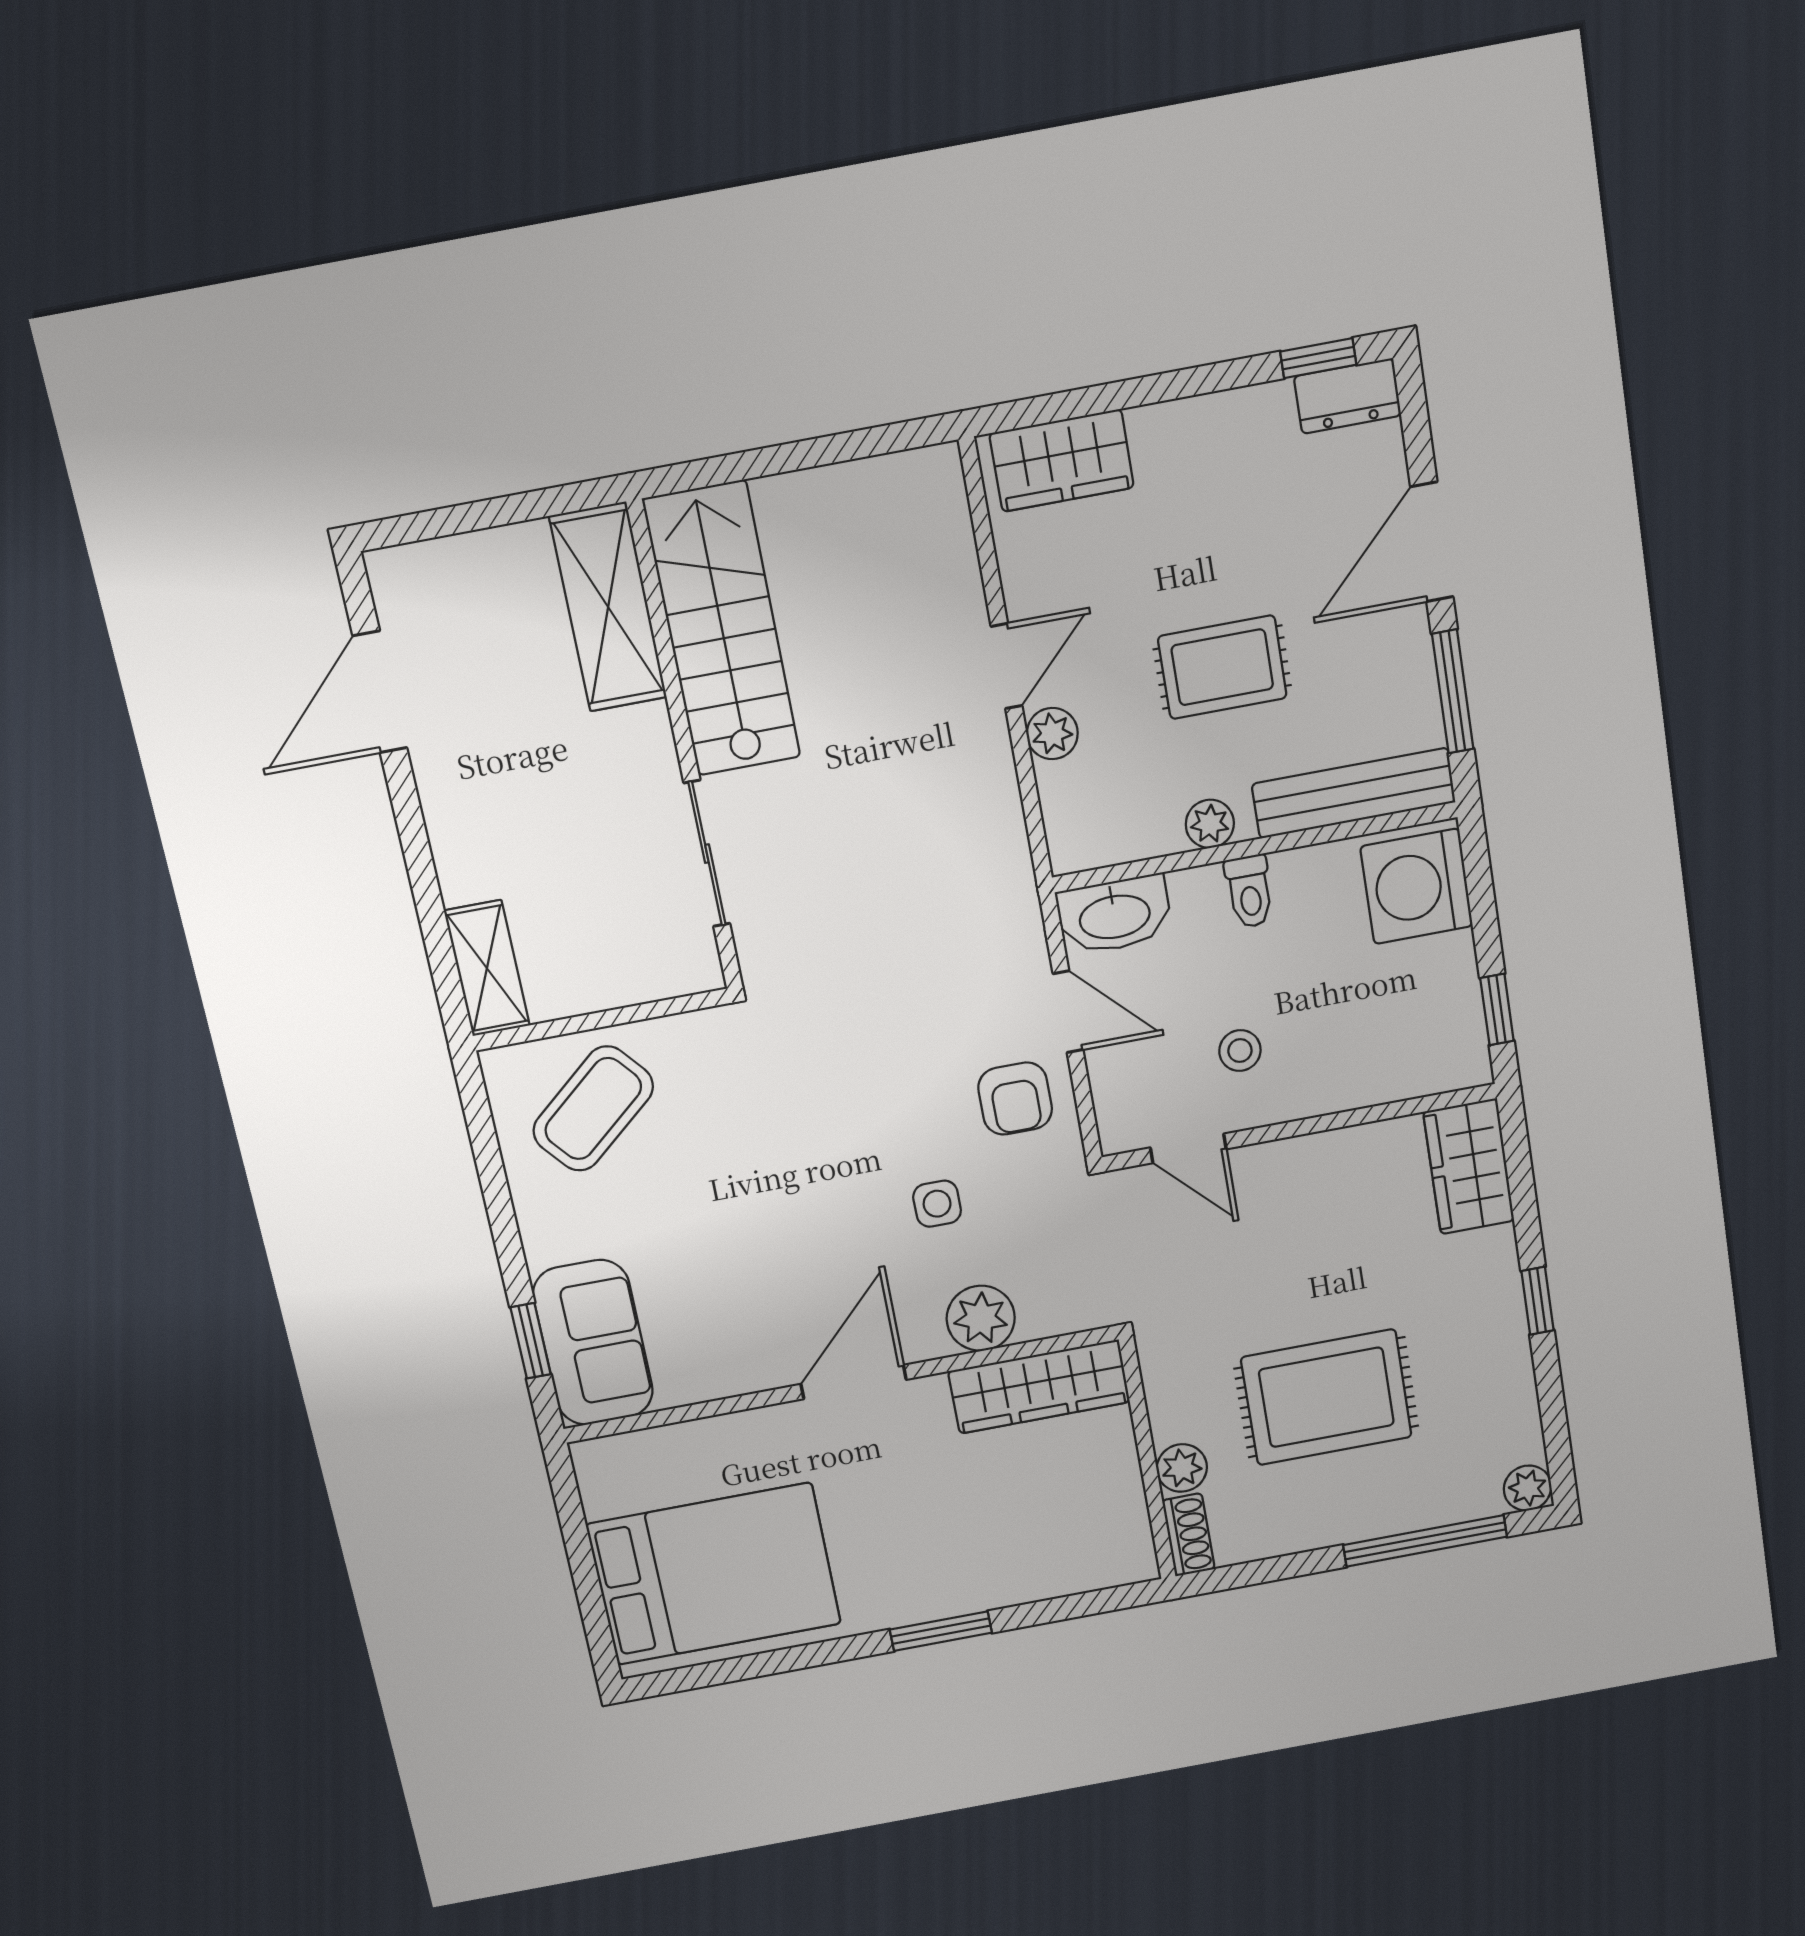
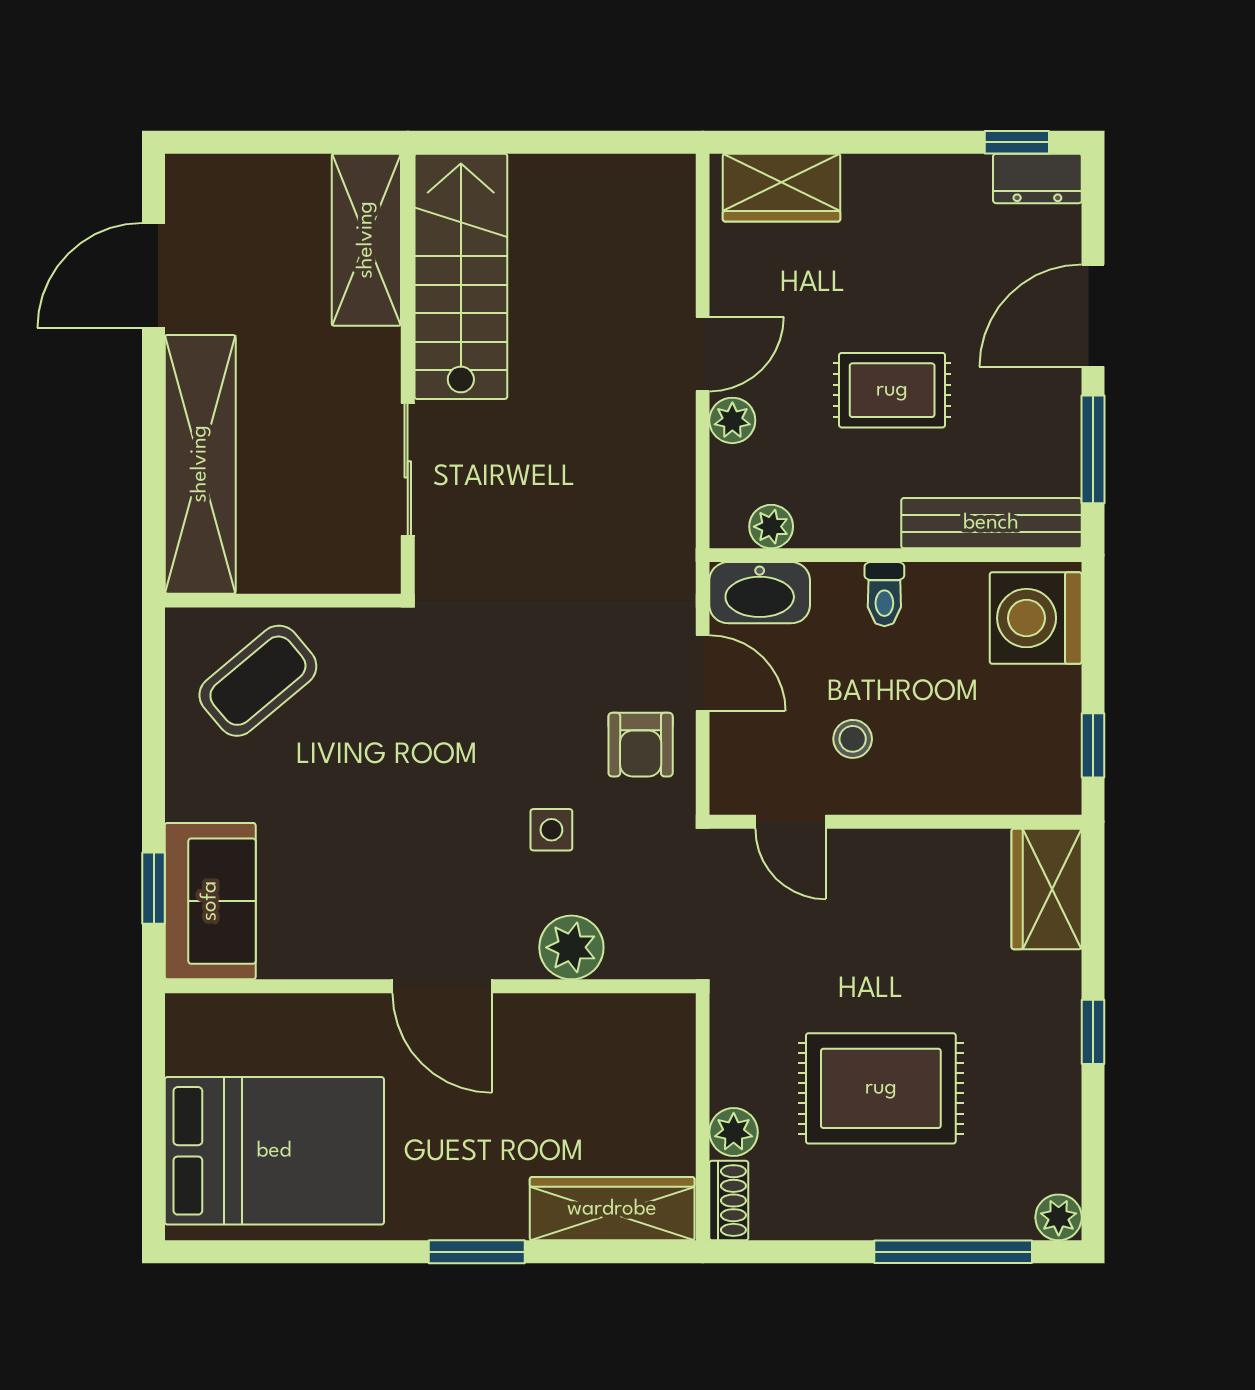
plant: (1210, 824) -> (771, 527), moved
shelving: (487, 968) -> (200, 464), width x2.20, depth x1.33
door: (854, 1382) -> (442, 986), swing flipped
wardrobe: (1039, 1387) -> (612, 1209), moved, turned 180

